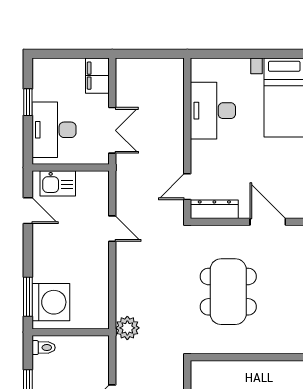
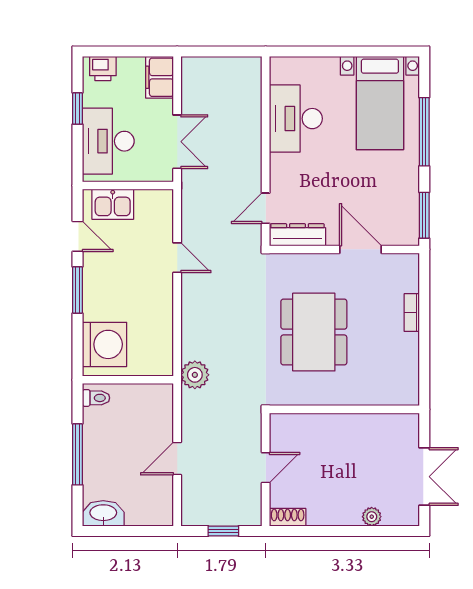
printer: (49, 68) -> (103, 68), added
window: (28, 297) -> (77, 290), moved

